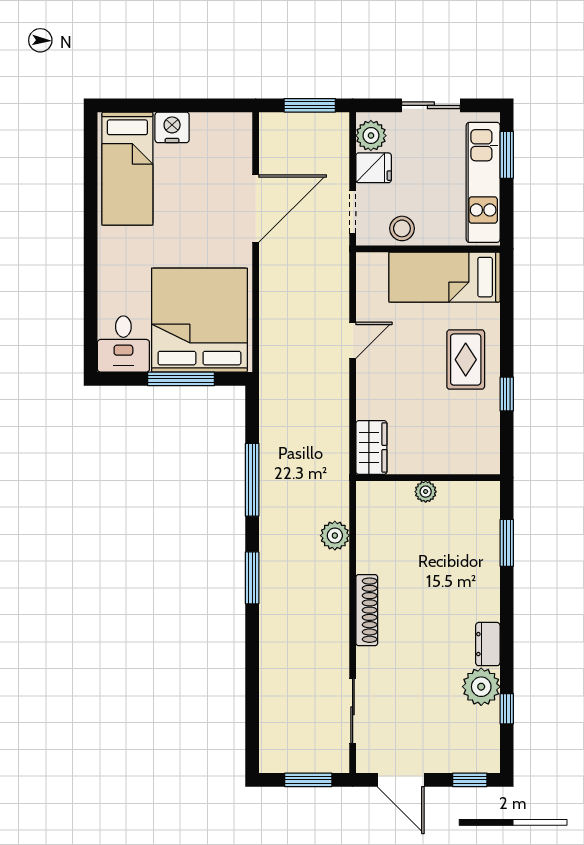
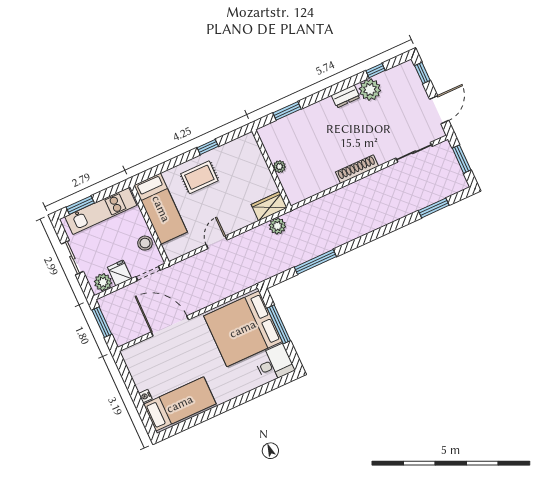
nightstand: (172, 127) -> (145, 396), width x0.53, depth x0.56
door: (353, 340) -> (217, 242), hinge flipped
plant: (335, 536) -> (277, 226), moved
window: (252, 578) -> (434, 208), moved

